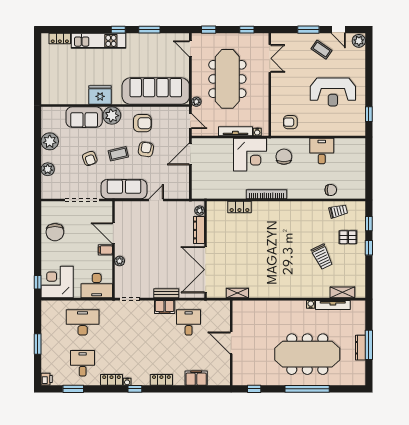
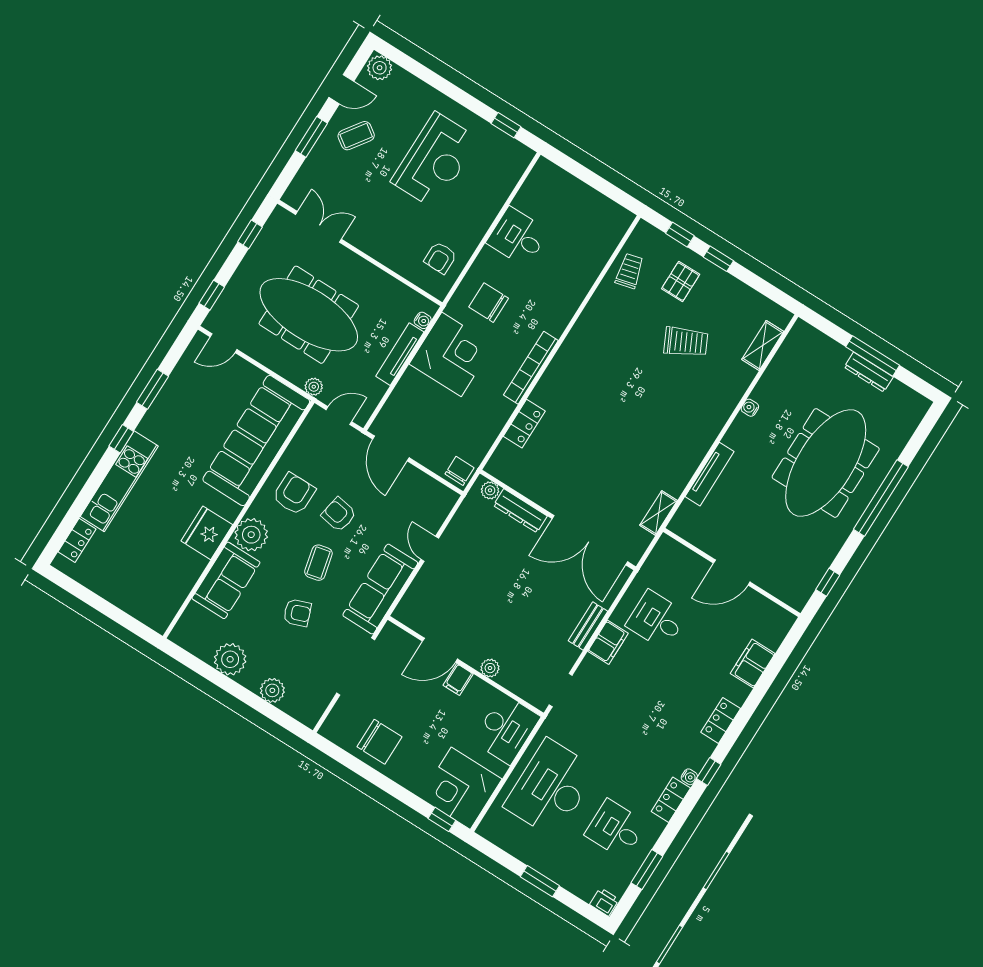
chair: (331, 190) -> (459, 471), moved
tv unit: (333, 305) -> (710, 474), moved
desk: (83, 322) -> (551, 788), width x1.36, depth x1.30

